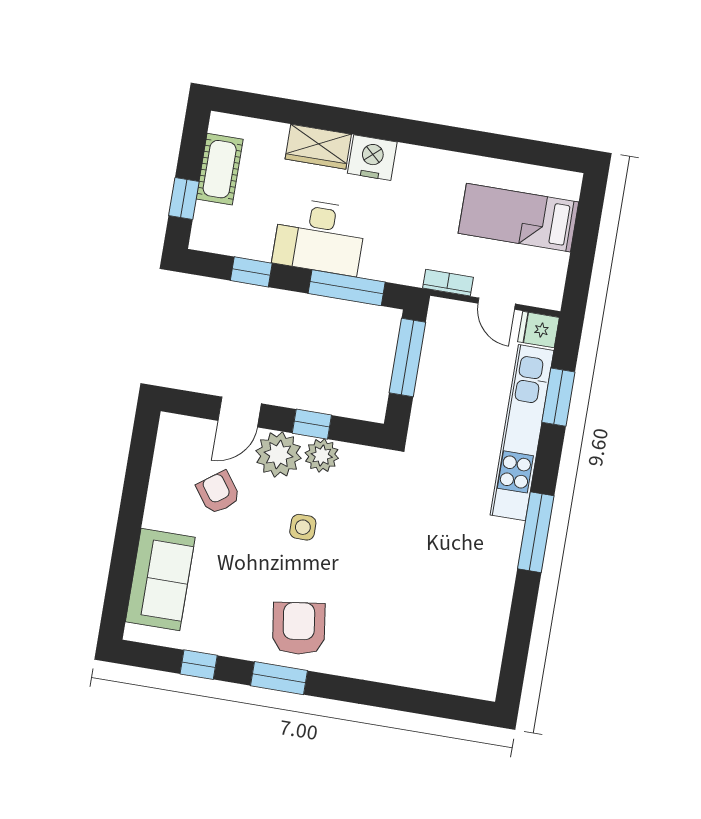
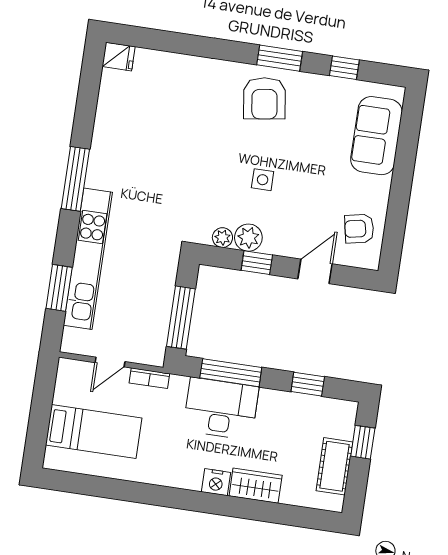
nightstand: (372, 158) -> (216, 482), width x0.74, depth x0.75
desk: (320, 237) -> (221, 409), moved
door: (497, 304) -> (110, 362), swing flipped
fridge: (539, 330) -> (119, 57), moved
plant: (279, 454) -> (222, 238), moved, width x0.53, depth x0.53
armchair: (218, 493) -> (359, 229), moved, turned 115

